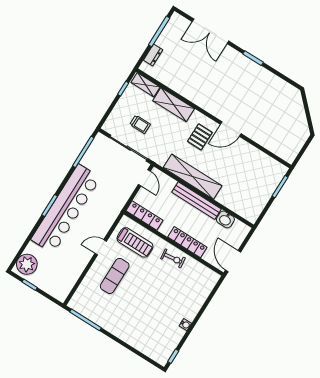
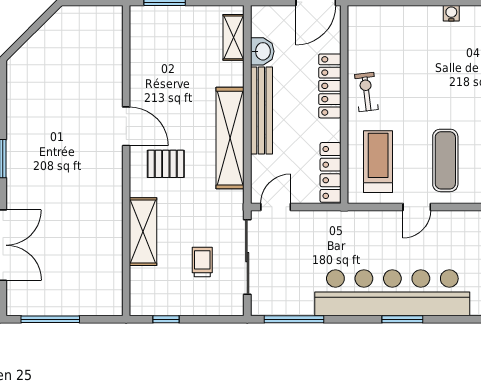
dresser: (153, 55) -> (90, 307), removed
shelving: (145, 85) -> (234, 37), moved
door: (101, 247) -> (417, 207), hinge flipped
exercise mat: (115, 276) -> (445, 160), turned 90

